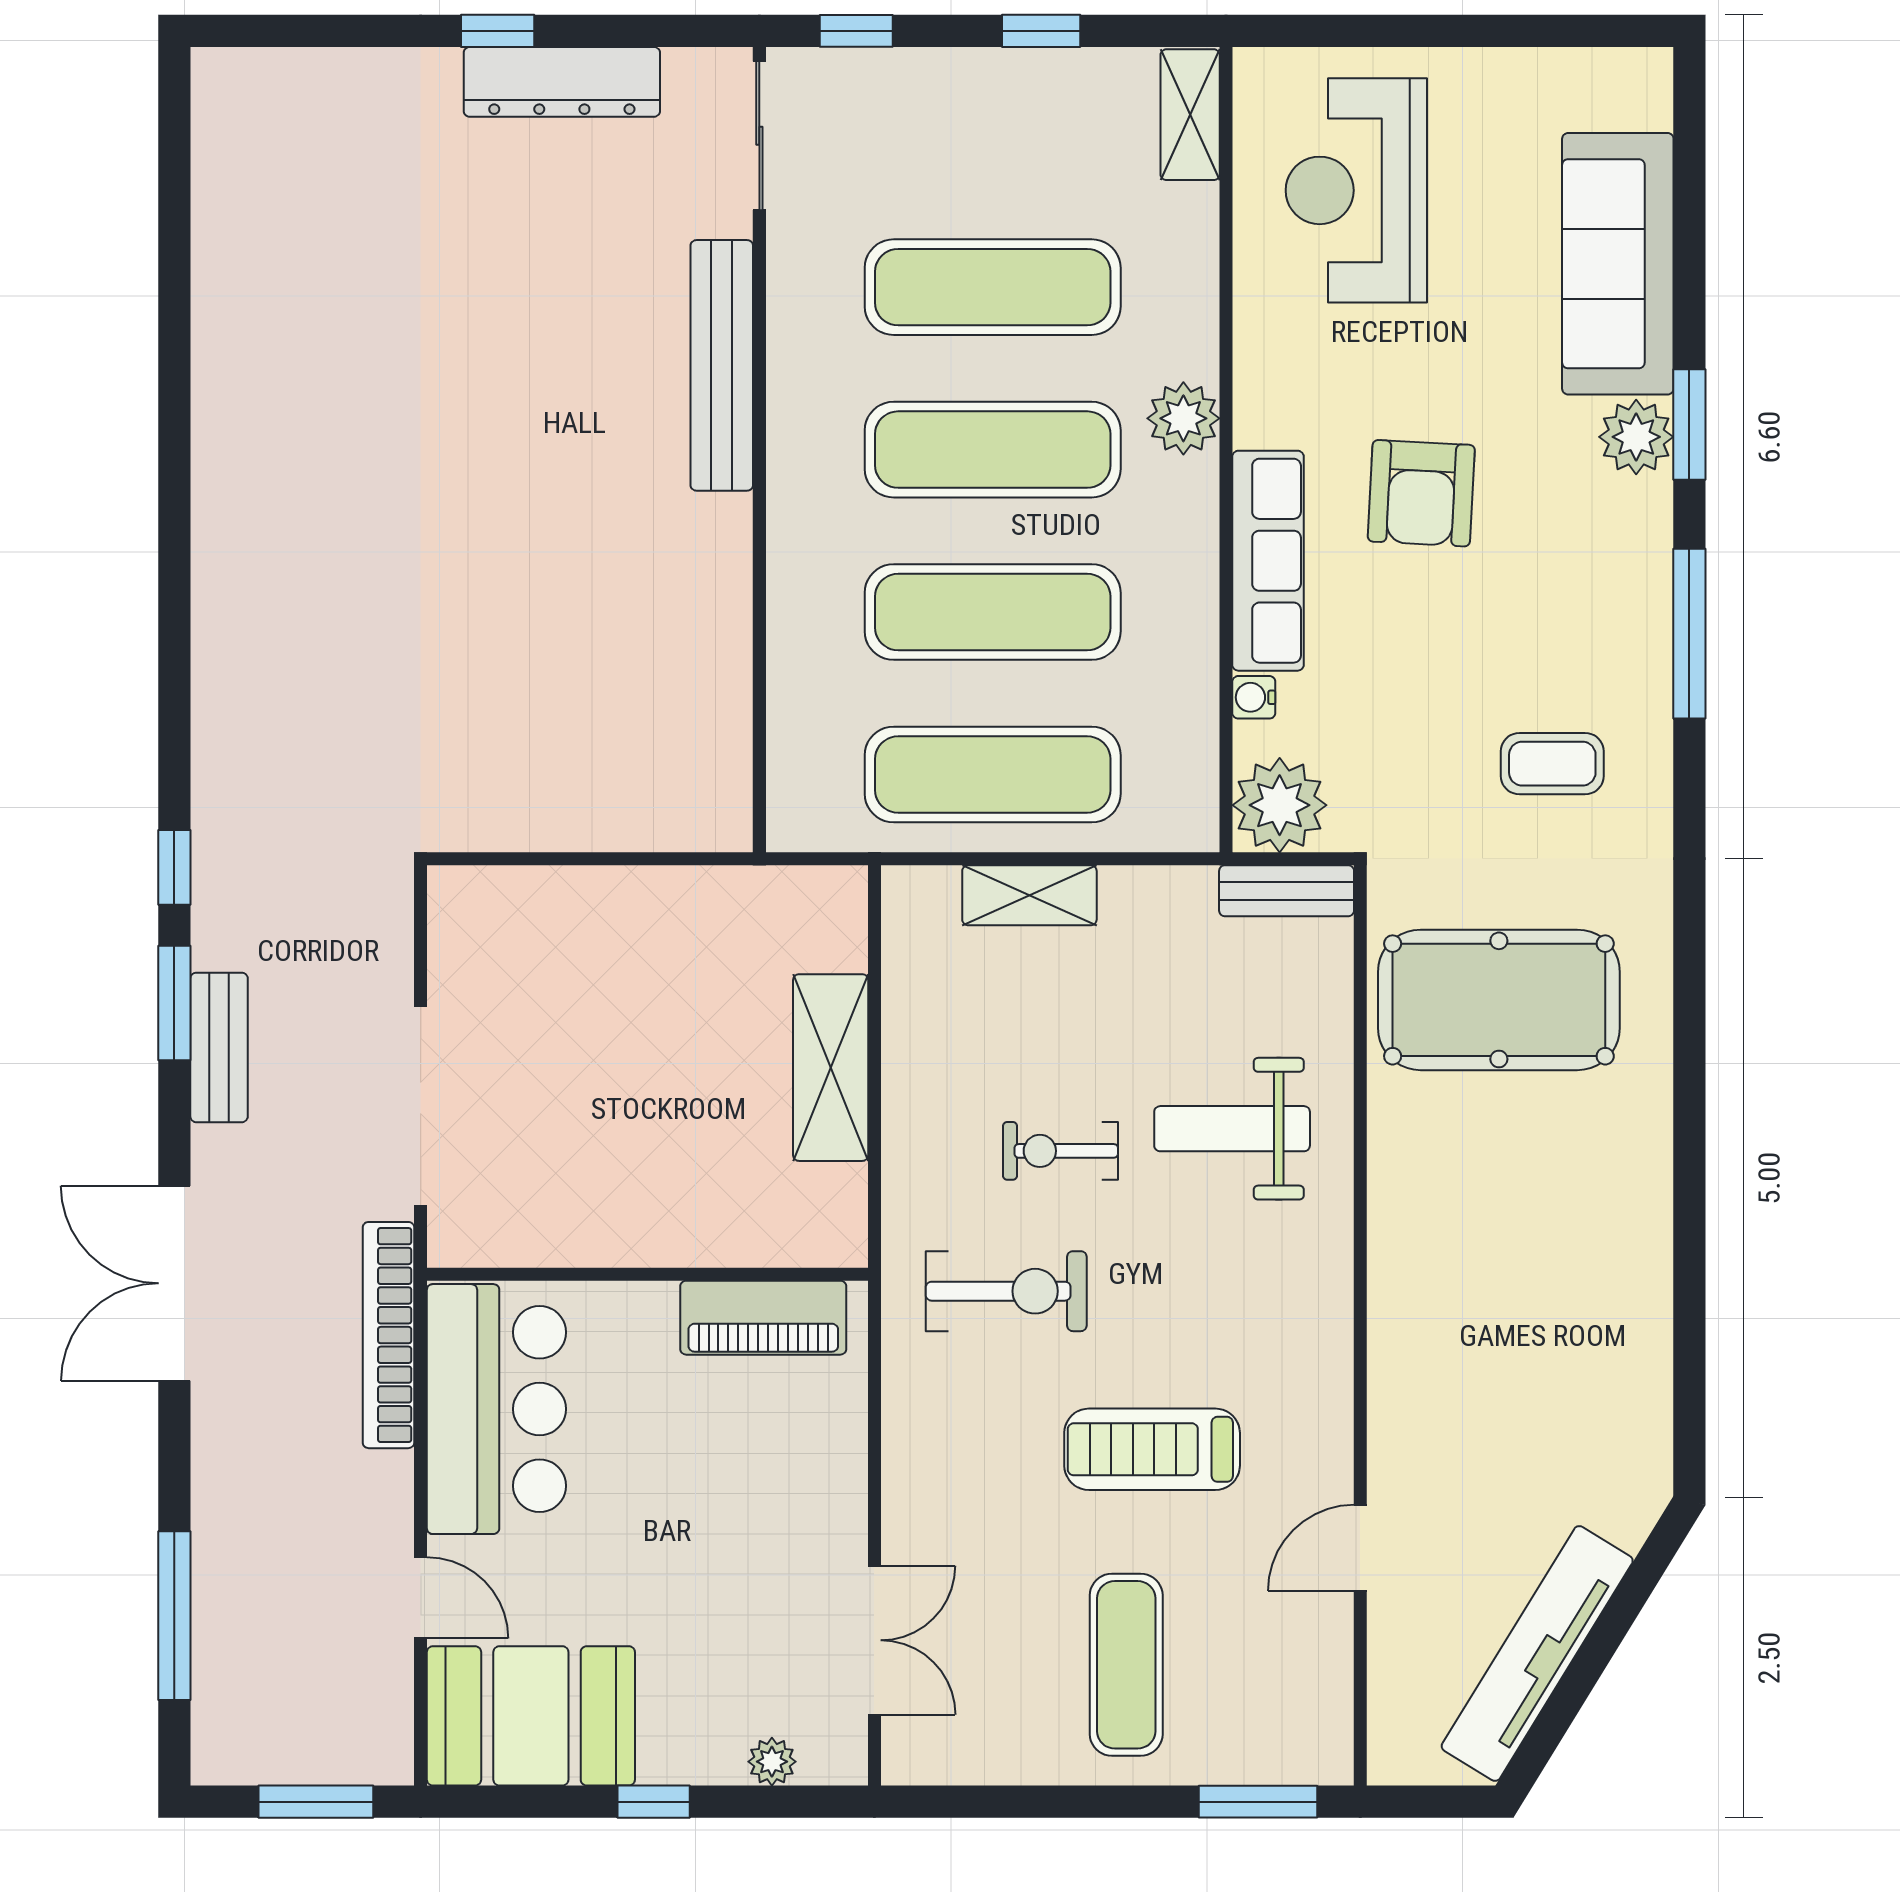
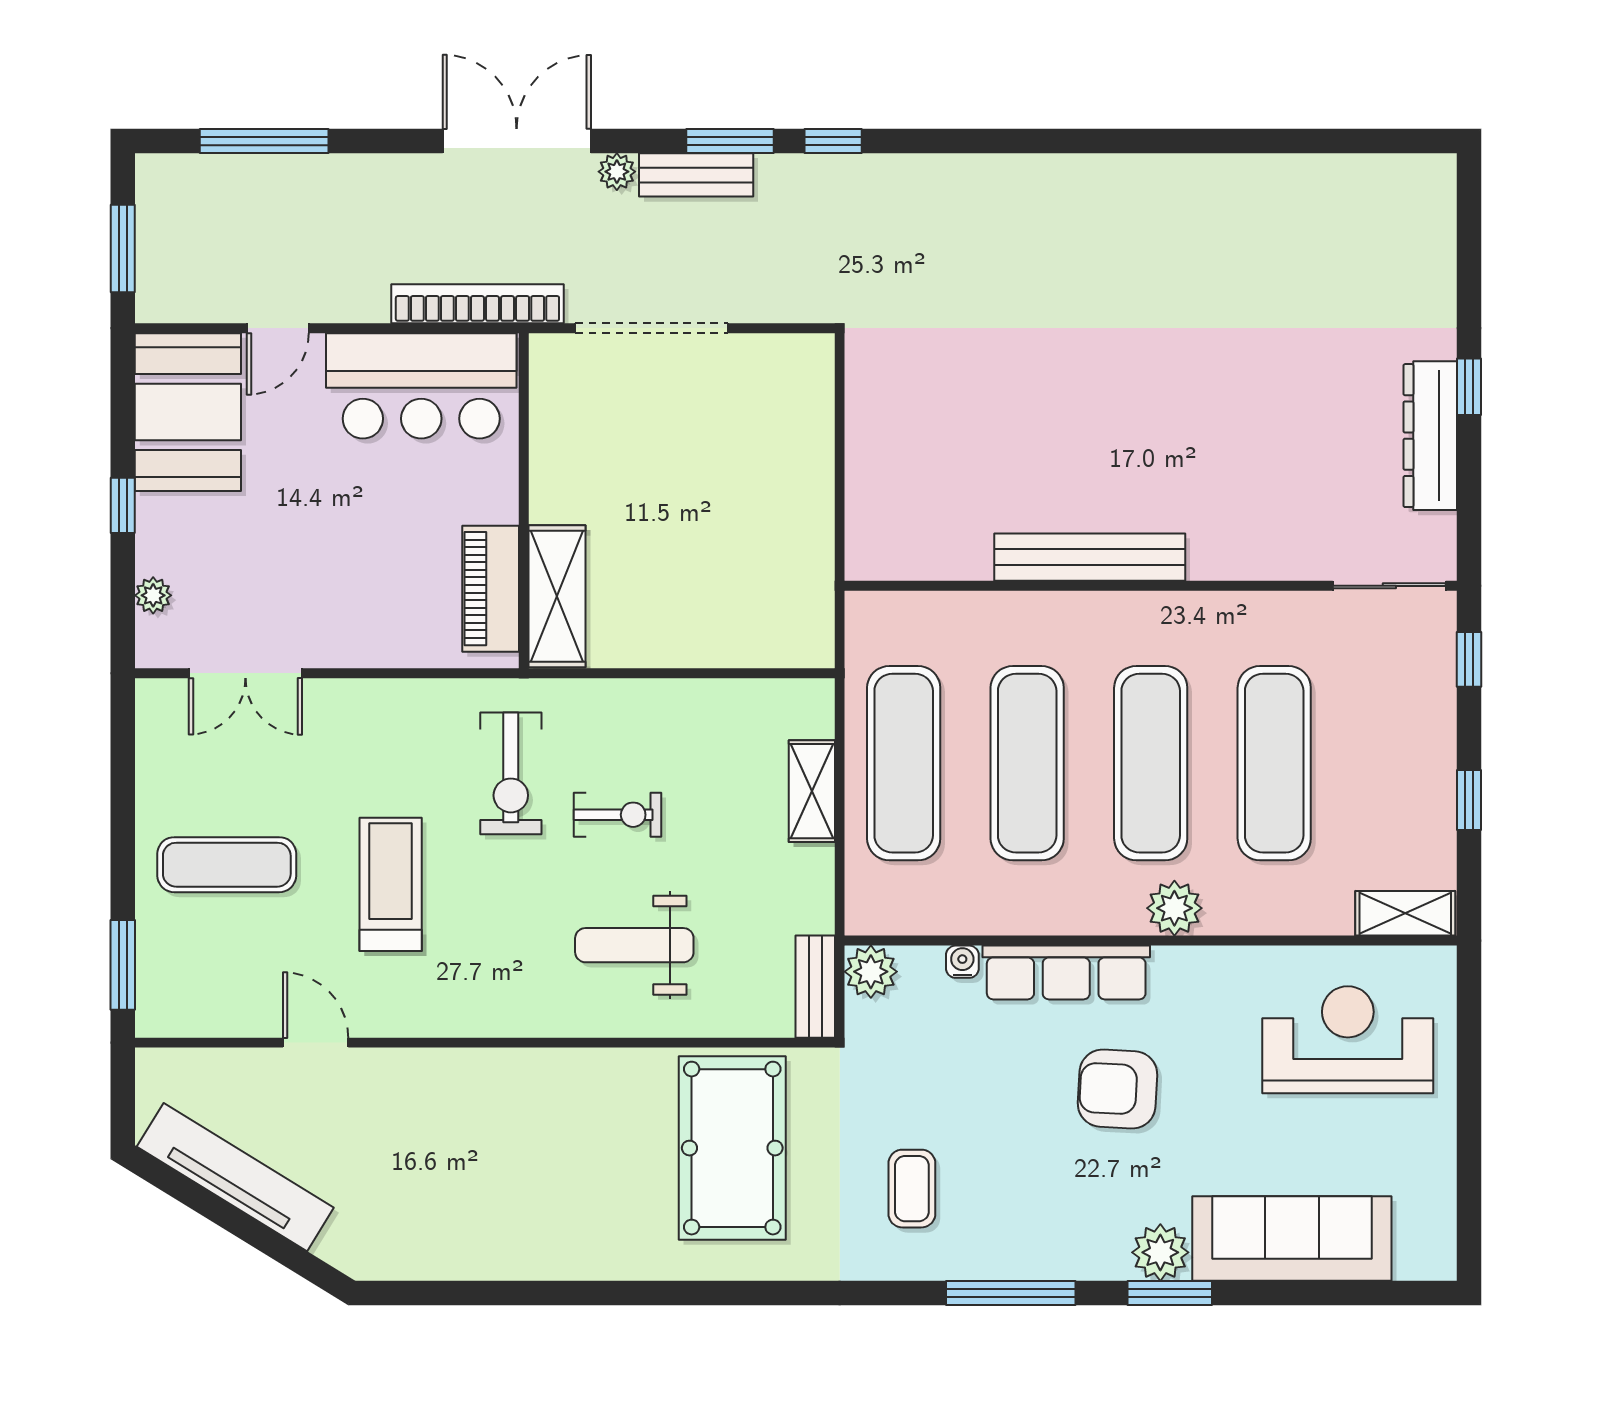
bench: (722, 365) -> (1090, 557), moved
plant: (1280, 805) -> (871, 972), width x0.73, depth x0.73
shelving: (831, 1068) -> (557, 596), moved, turned 90
weight bench: (1232, 1129) -> (634, 945), turned -90
exercise bike: (1060, 1151) -> (617, 815), turned 90
plant: (215, 1152) -> (617, 172), added

